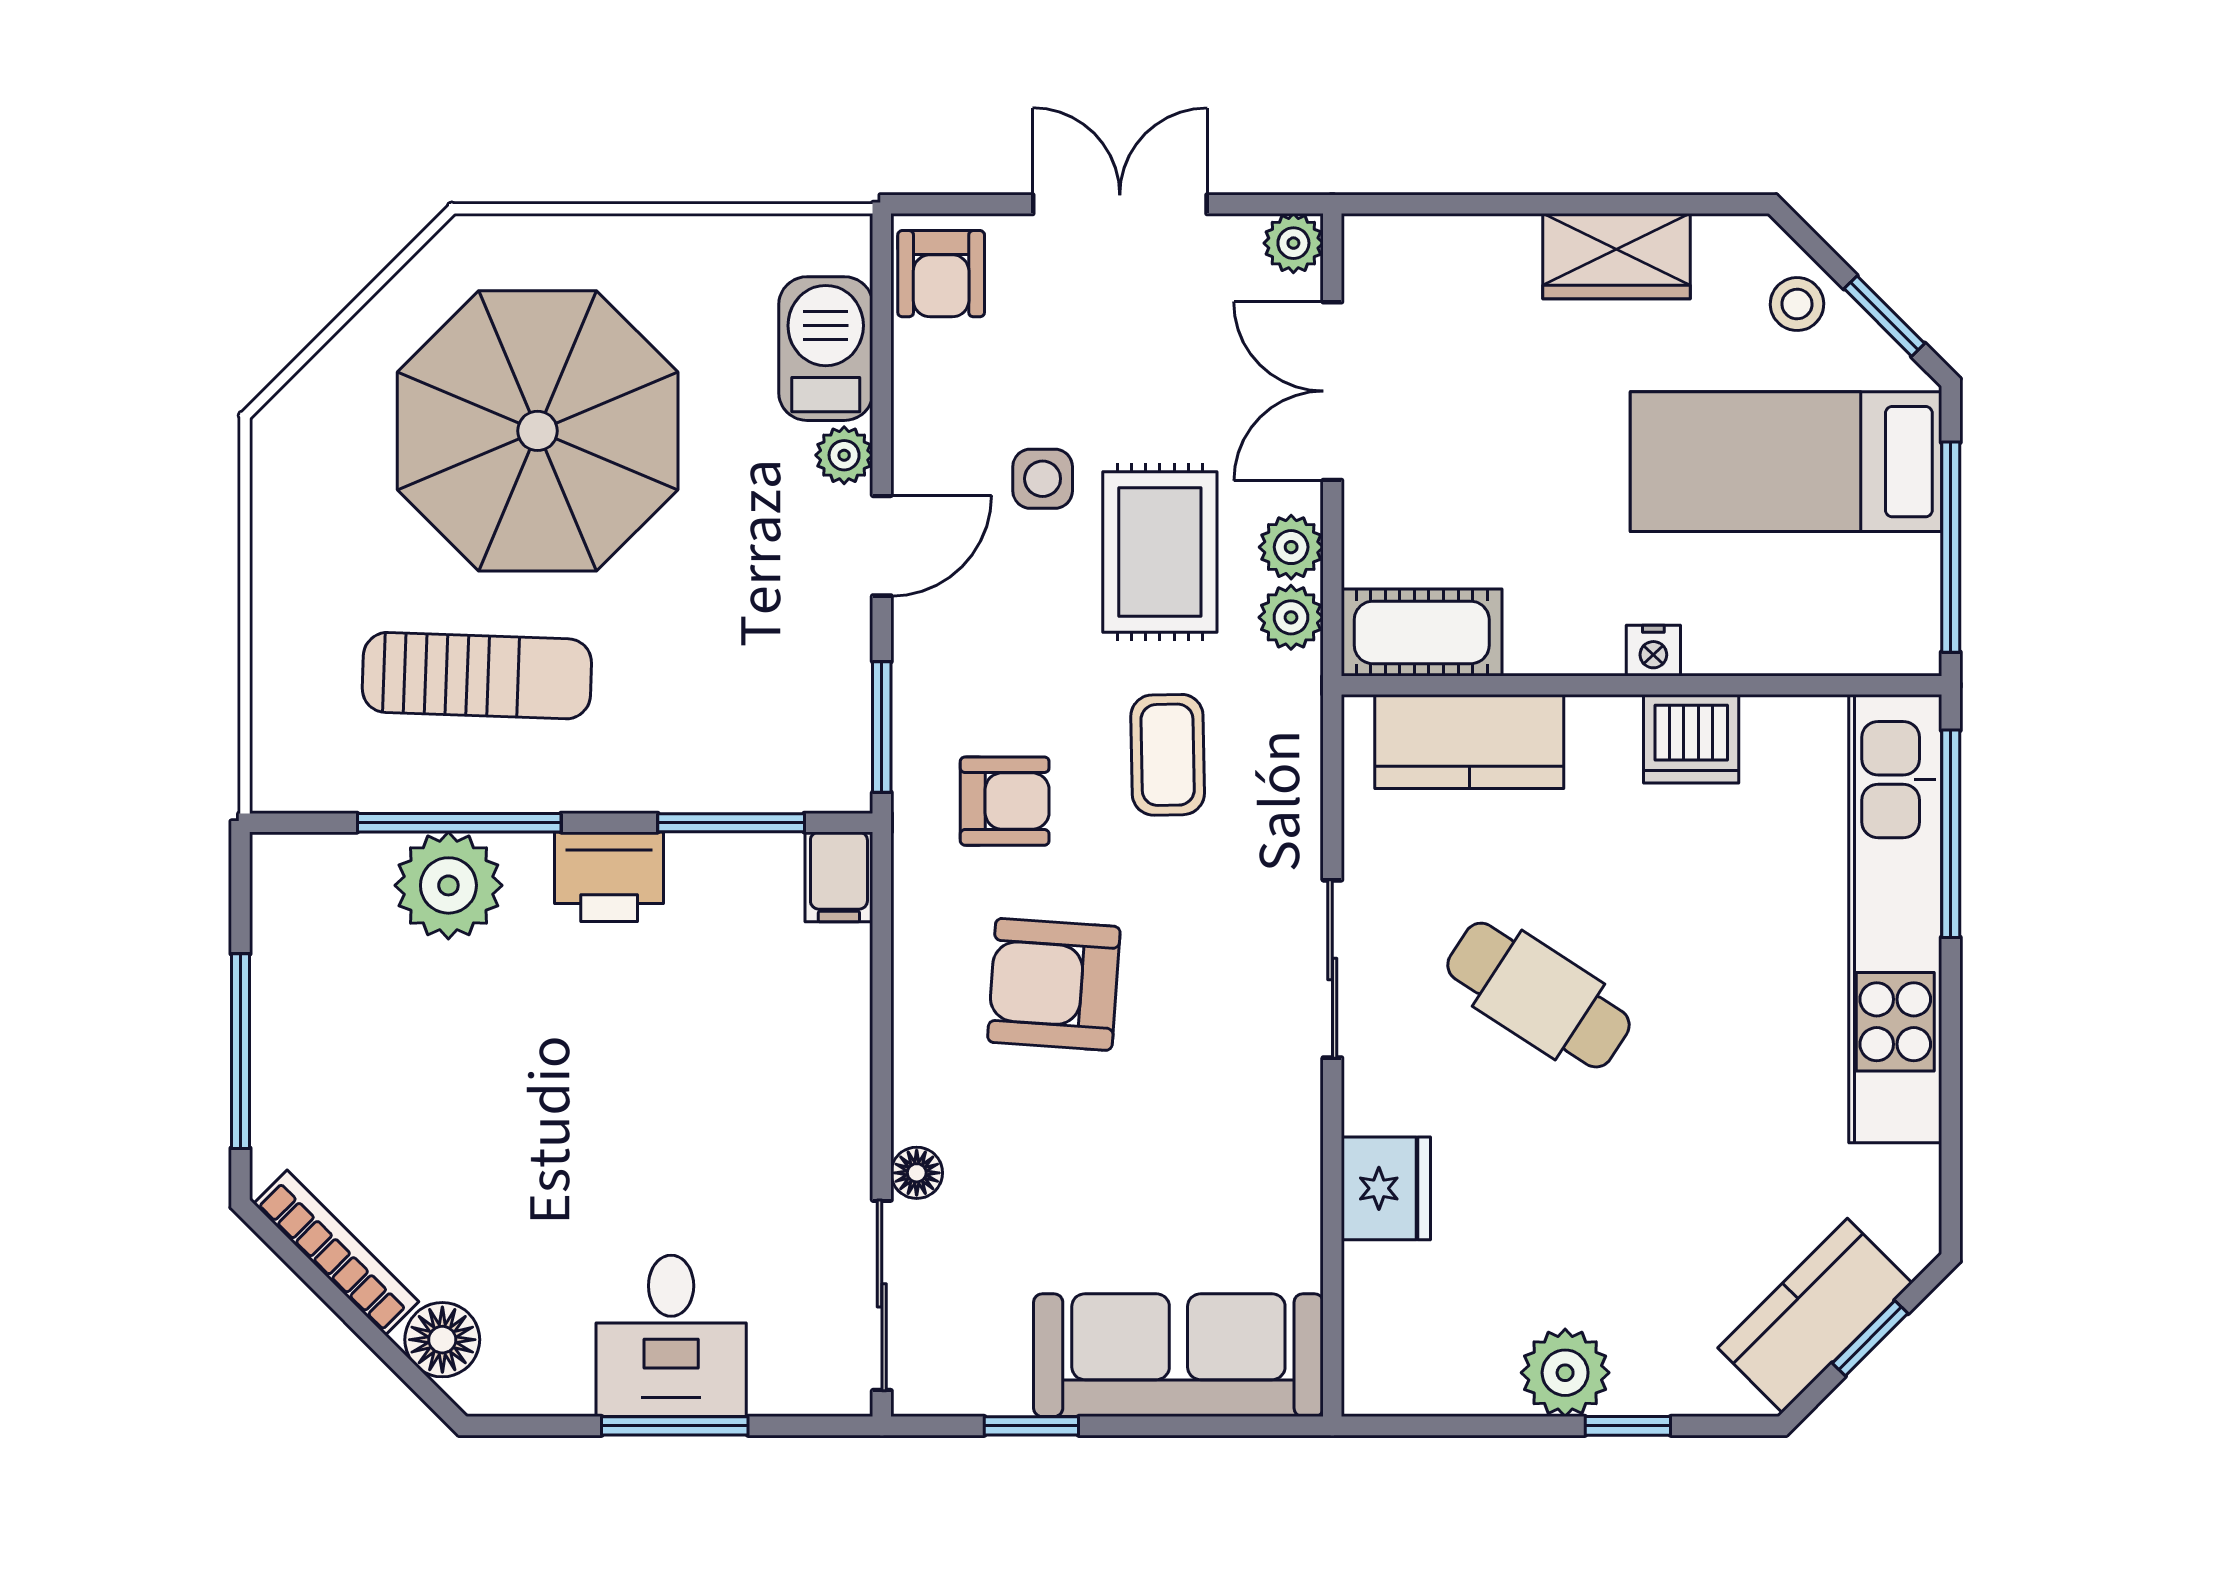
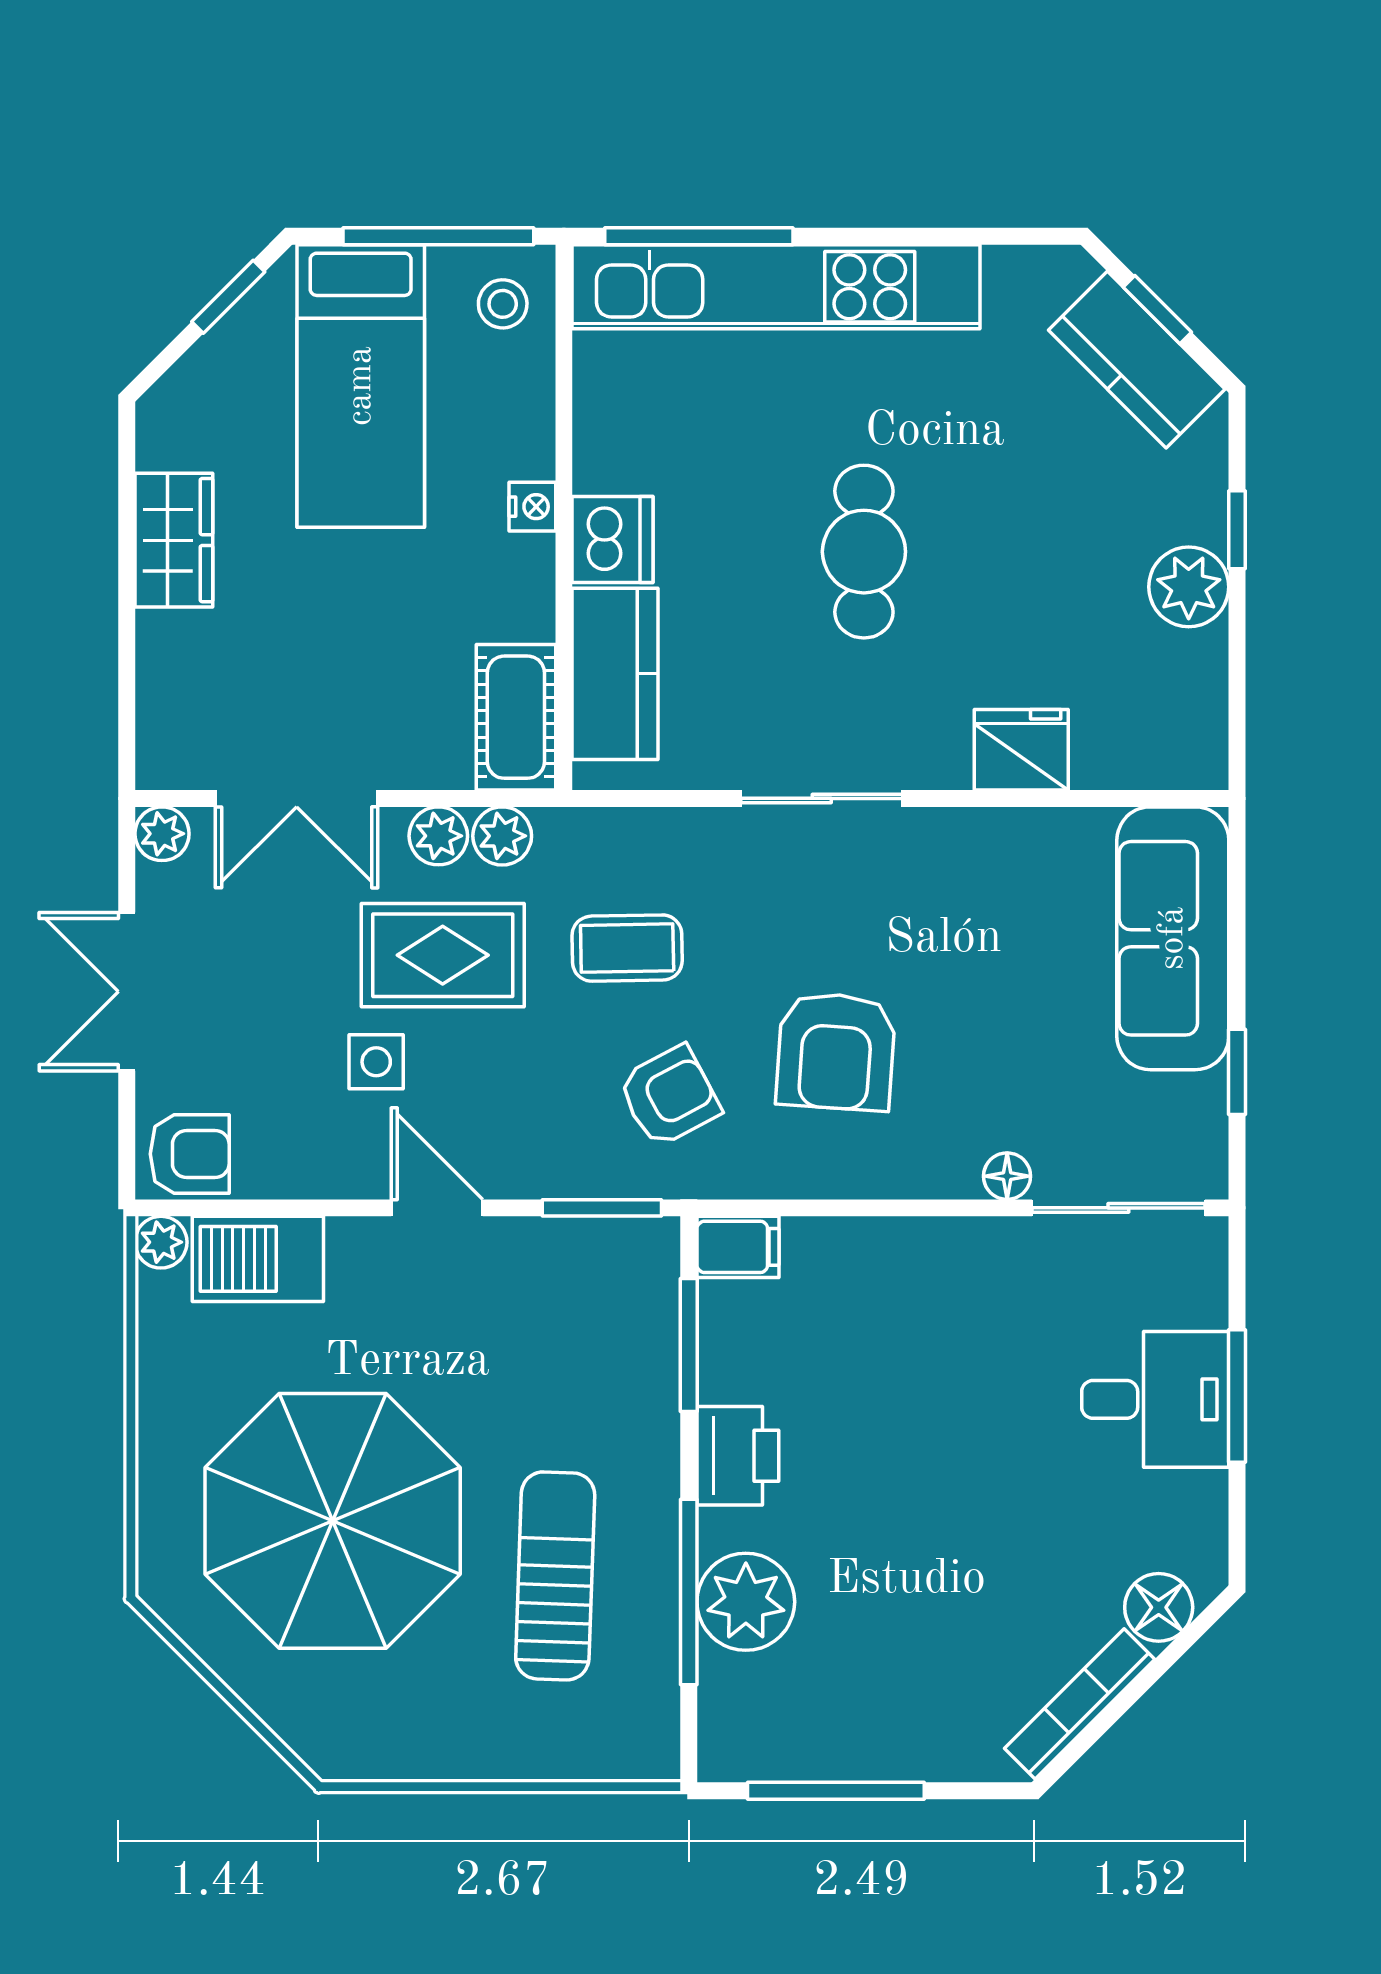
stool: (1797, 304) -> (503, 304), moved
plant: (844, 455) -> (161, 1242), moved
dishwasher: (1691, 739) -> (613, 540), moved
armchair: (1005, 801) -> (669, 1096), turned 62
cafe table: (1538, 995) -> (864, 552), moved, turned -33
window: (240, 1051) -> (836, 1791), moved

